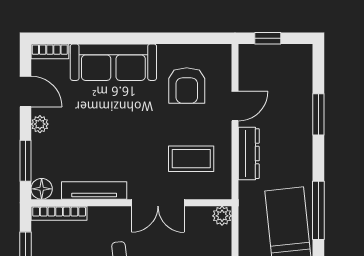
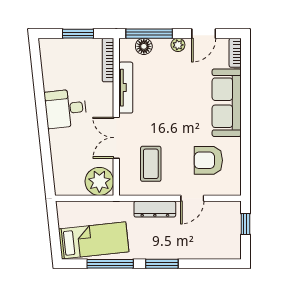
door: (235, 106) -> (192, 198), hinge flipped
window: (318, 114) -> (162, 264), moved
window: (25, 161) -> (149, 34), width x1.44
floor lamp: (42, 189) -> (144, 46), moved
plant: (222, 216) -> (99, 181), width x1.88, depth x1.88

